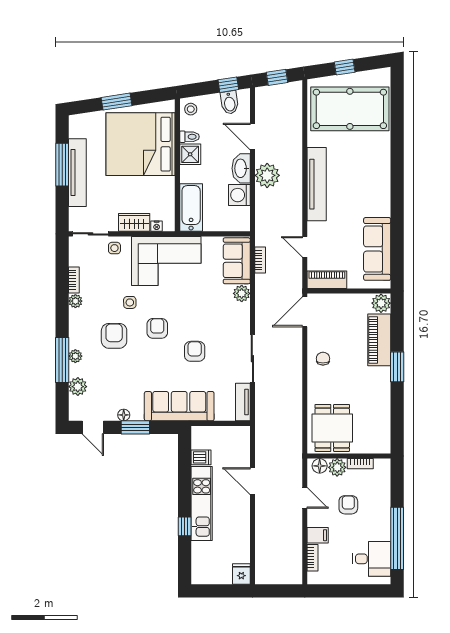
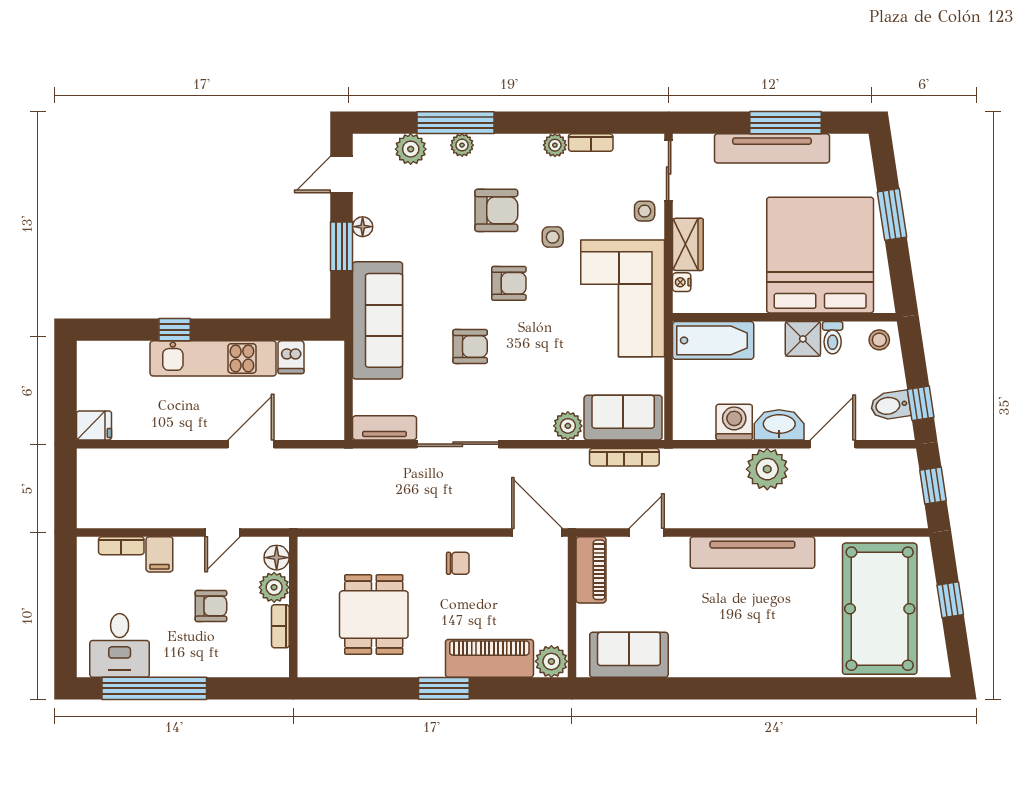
sofa: (377, 249) -> (629, 655), width x0.73
bookcase: (260, 260) -> (624, 457), width x1.56
dining table: (332, 428) -> (374, 615), moved, turned 90

